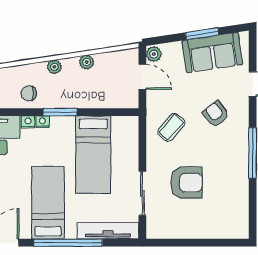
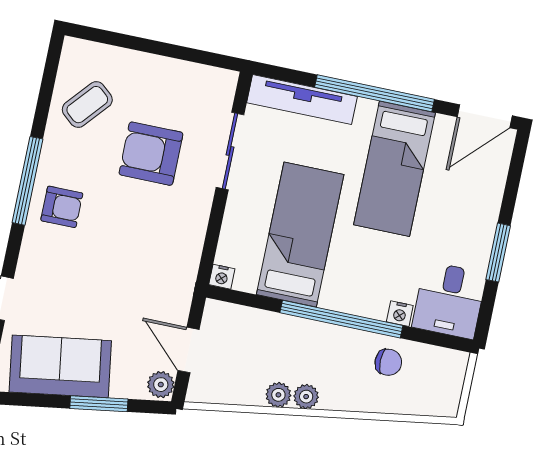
window: (202, 34) -> (99, 404), moved
plant: (54, 67) -> (306, 397), moved
window: (60, 112) -> (341, 319), width x2.11
armchair: (216, 114) -> (62, 207), moved, turned -52
nightstand: (42, 122) -> (222, 277), moved
coffee table: (171, 127) -> (87, 105), moved

